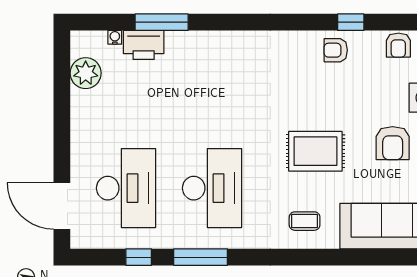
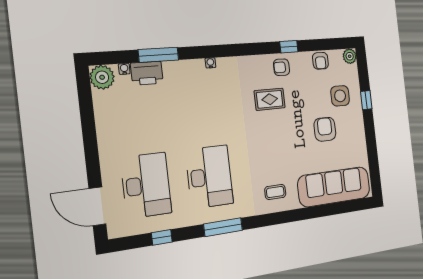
water cooler: (232, 37) -> (210, 63), added
plant: (86, 73) -> (102, 77), moved
armchair: (393, 143) -> (325, 129), turned 180
rug: (315, 151) -> (270, 99), moved, width x0.73, depth x0.70
window: (201, 257) -> (223, 227), moved

